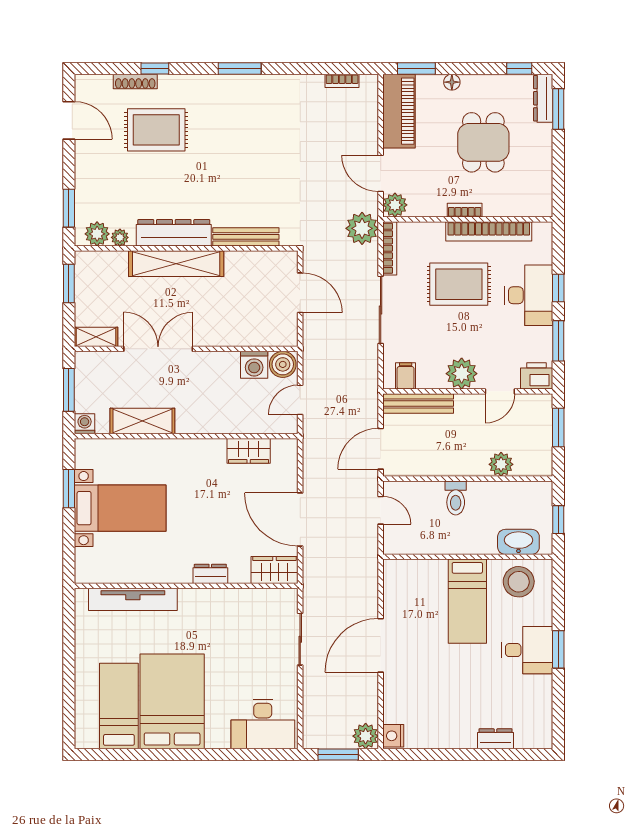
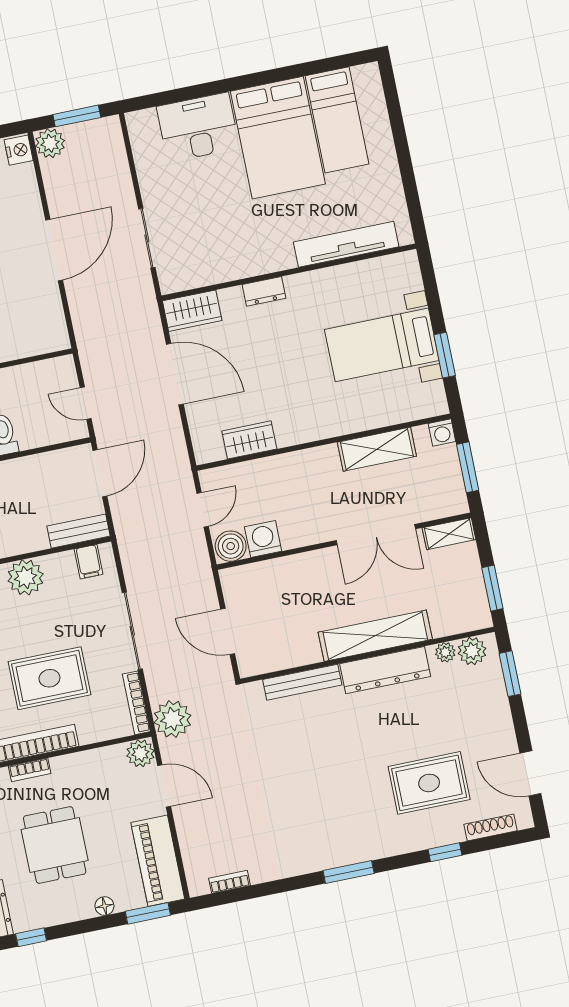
shoe rack: (135, 82) -> (491, 827), moved
bookcase: (465, 210) -> (30, 770), moved
bench: (418, 403) -> (79, 531), width x0.73
desk: (263, 724) -> (198, 127), moved

